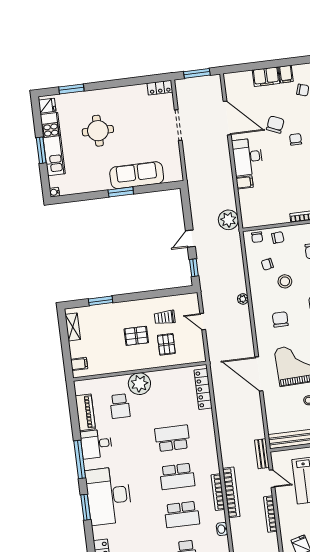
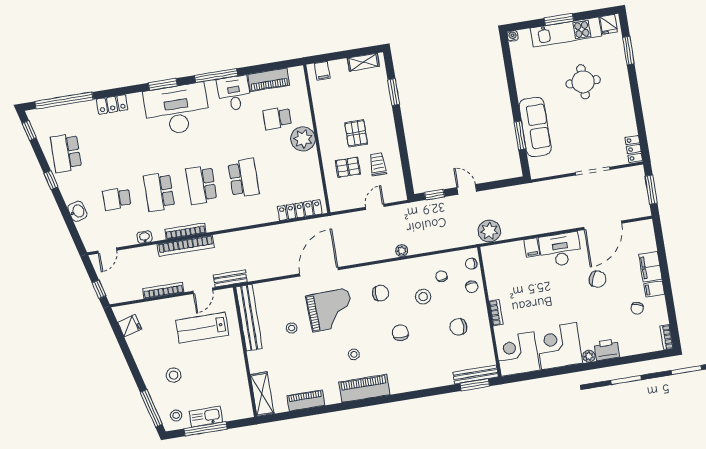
chair: (296, 139) -> (582, 302), removed
window: (121, 192) -> (520, 135), moved

